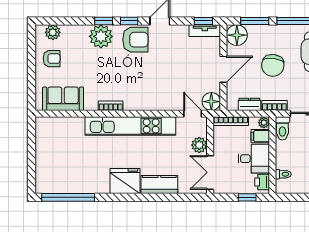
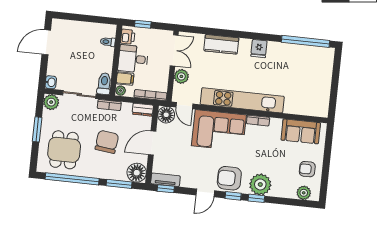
corner sofa: (152, 91) -> (219, 130), added
dresser: (249, 104) -> (143, 110), moved
fridge: (125, 181) -> (259, 49), width x0.53, depth x0.75

